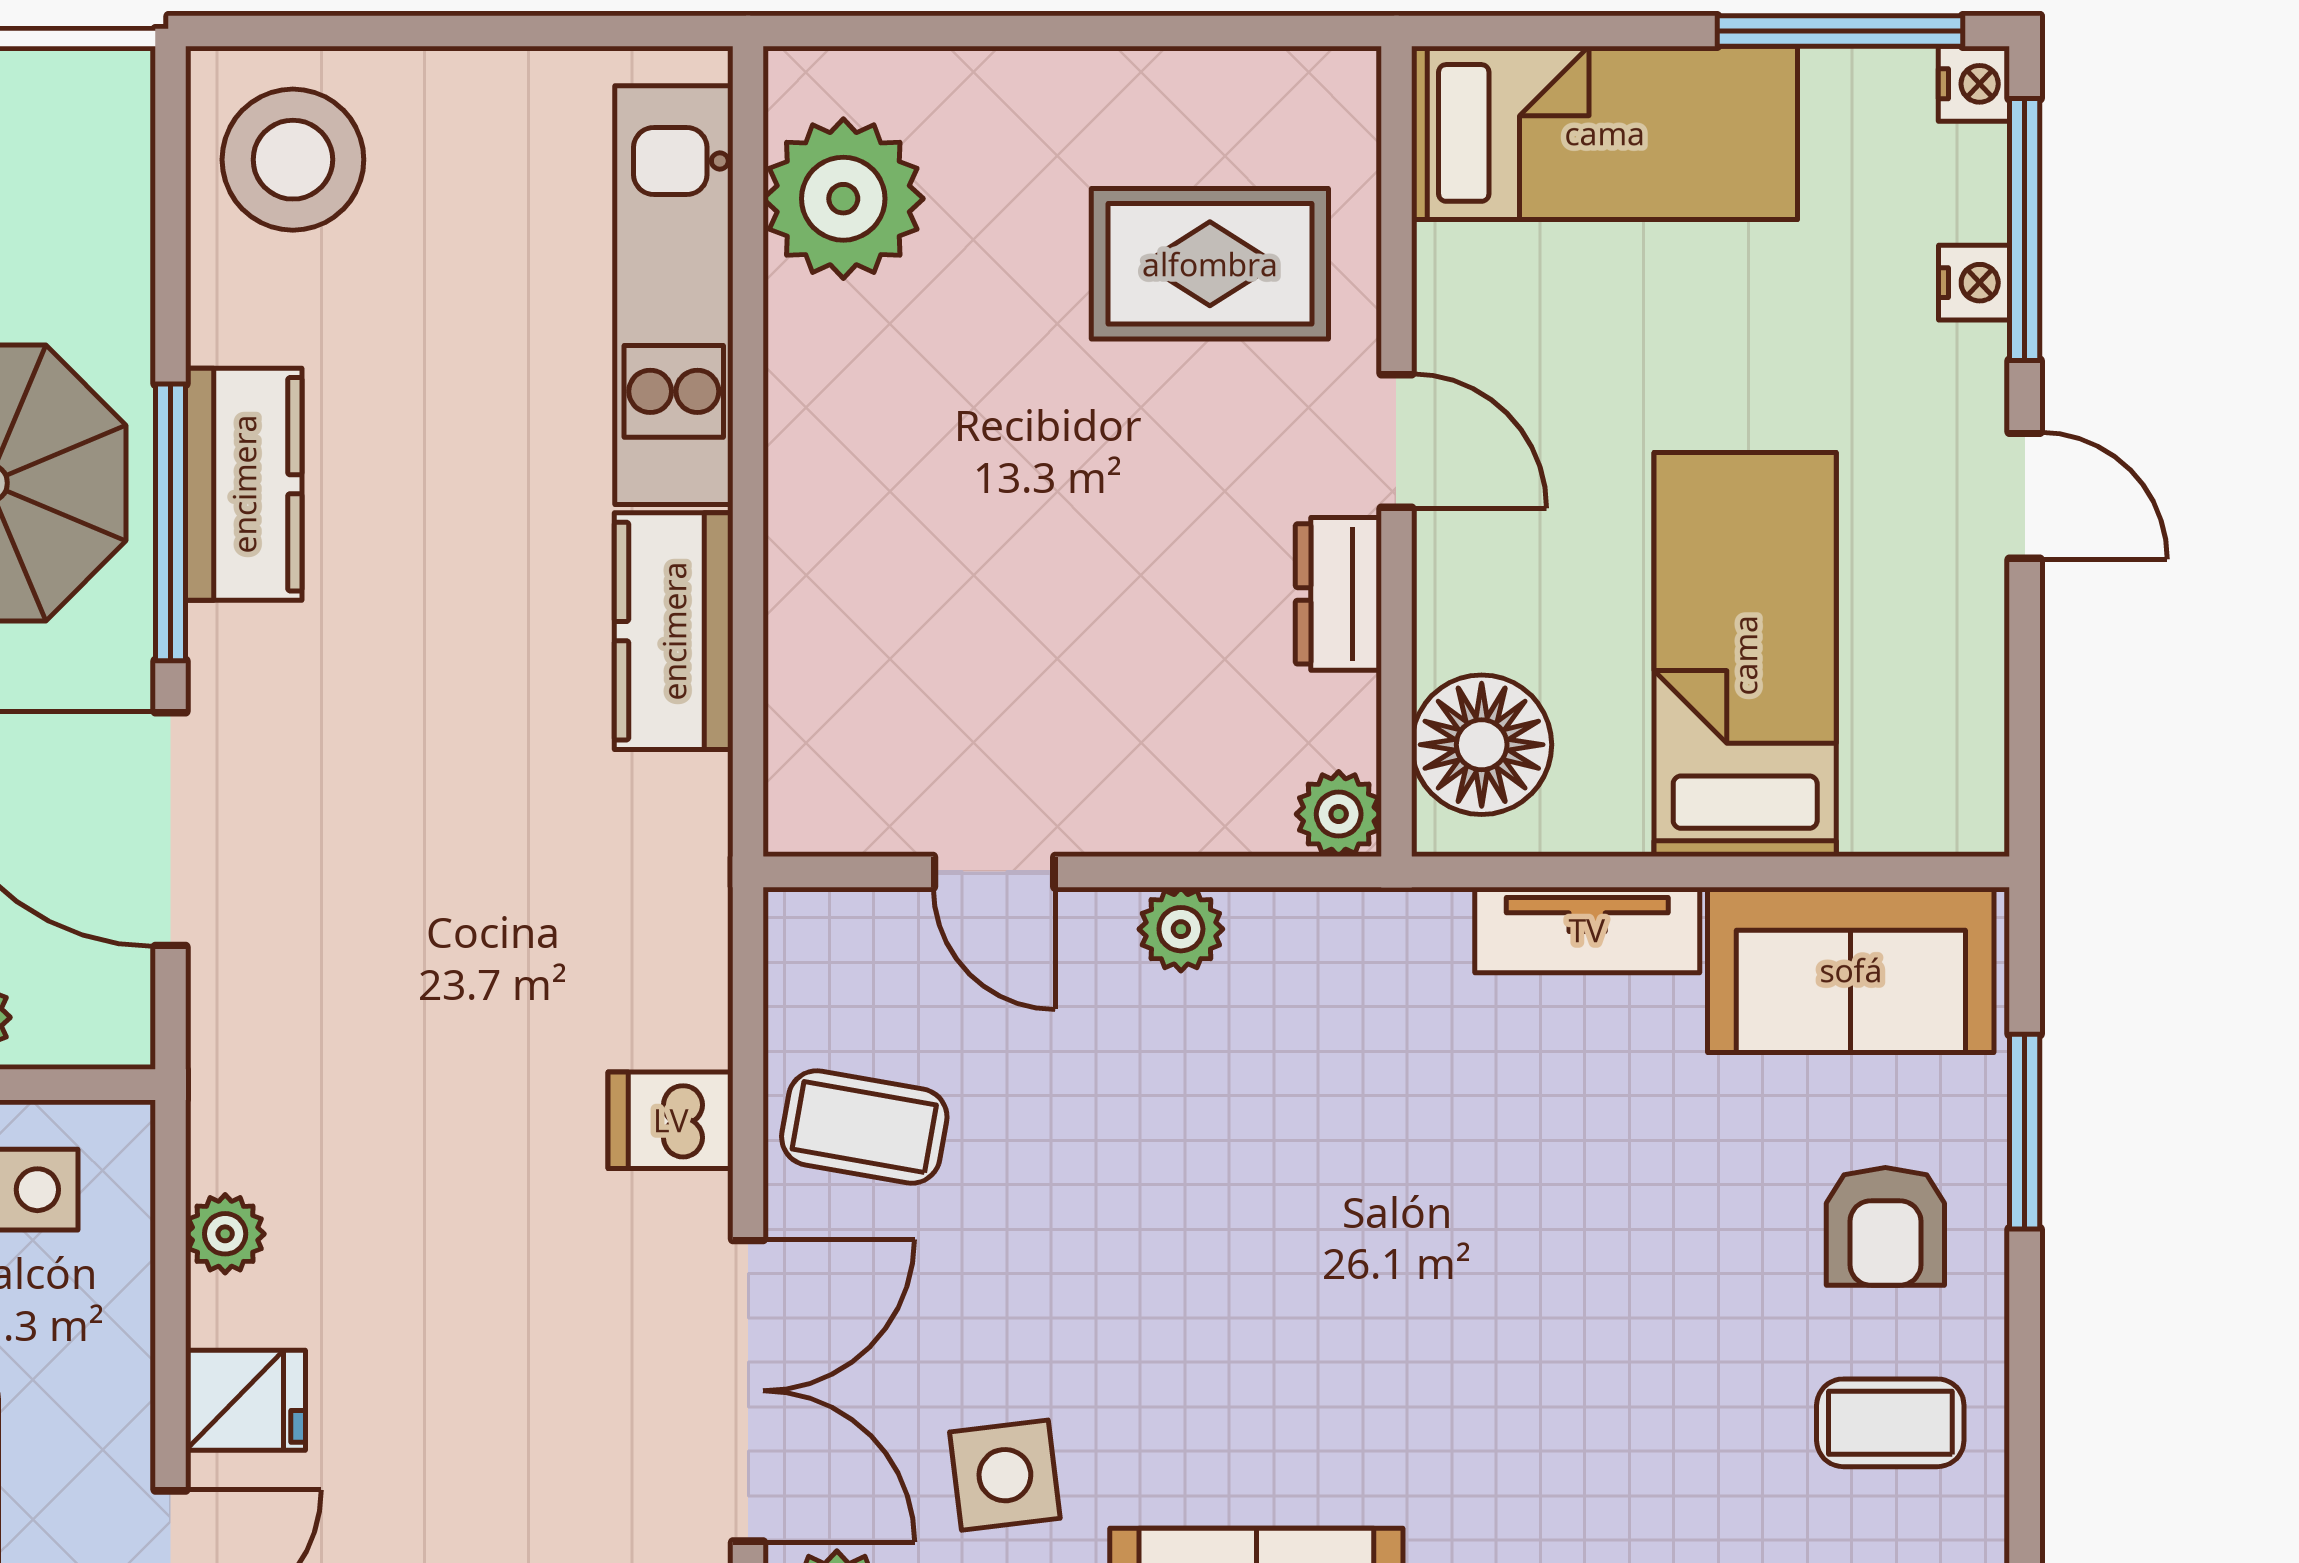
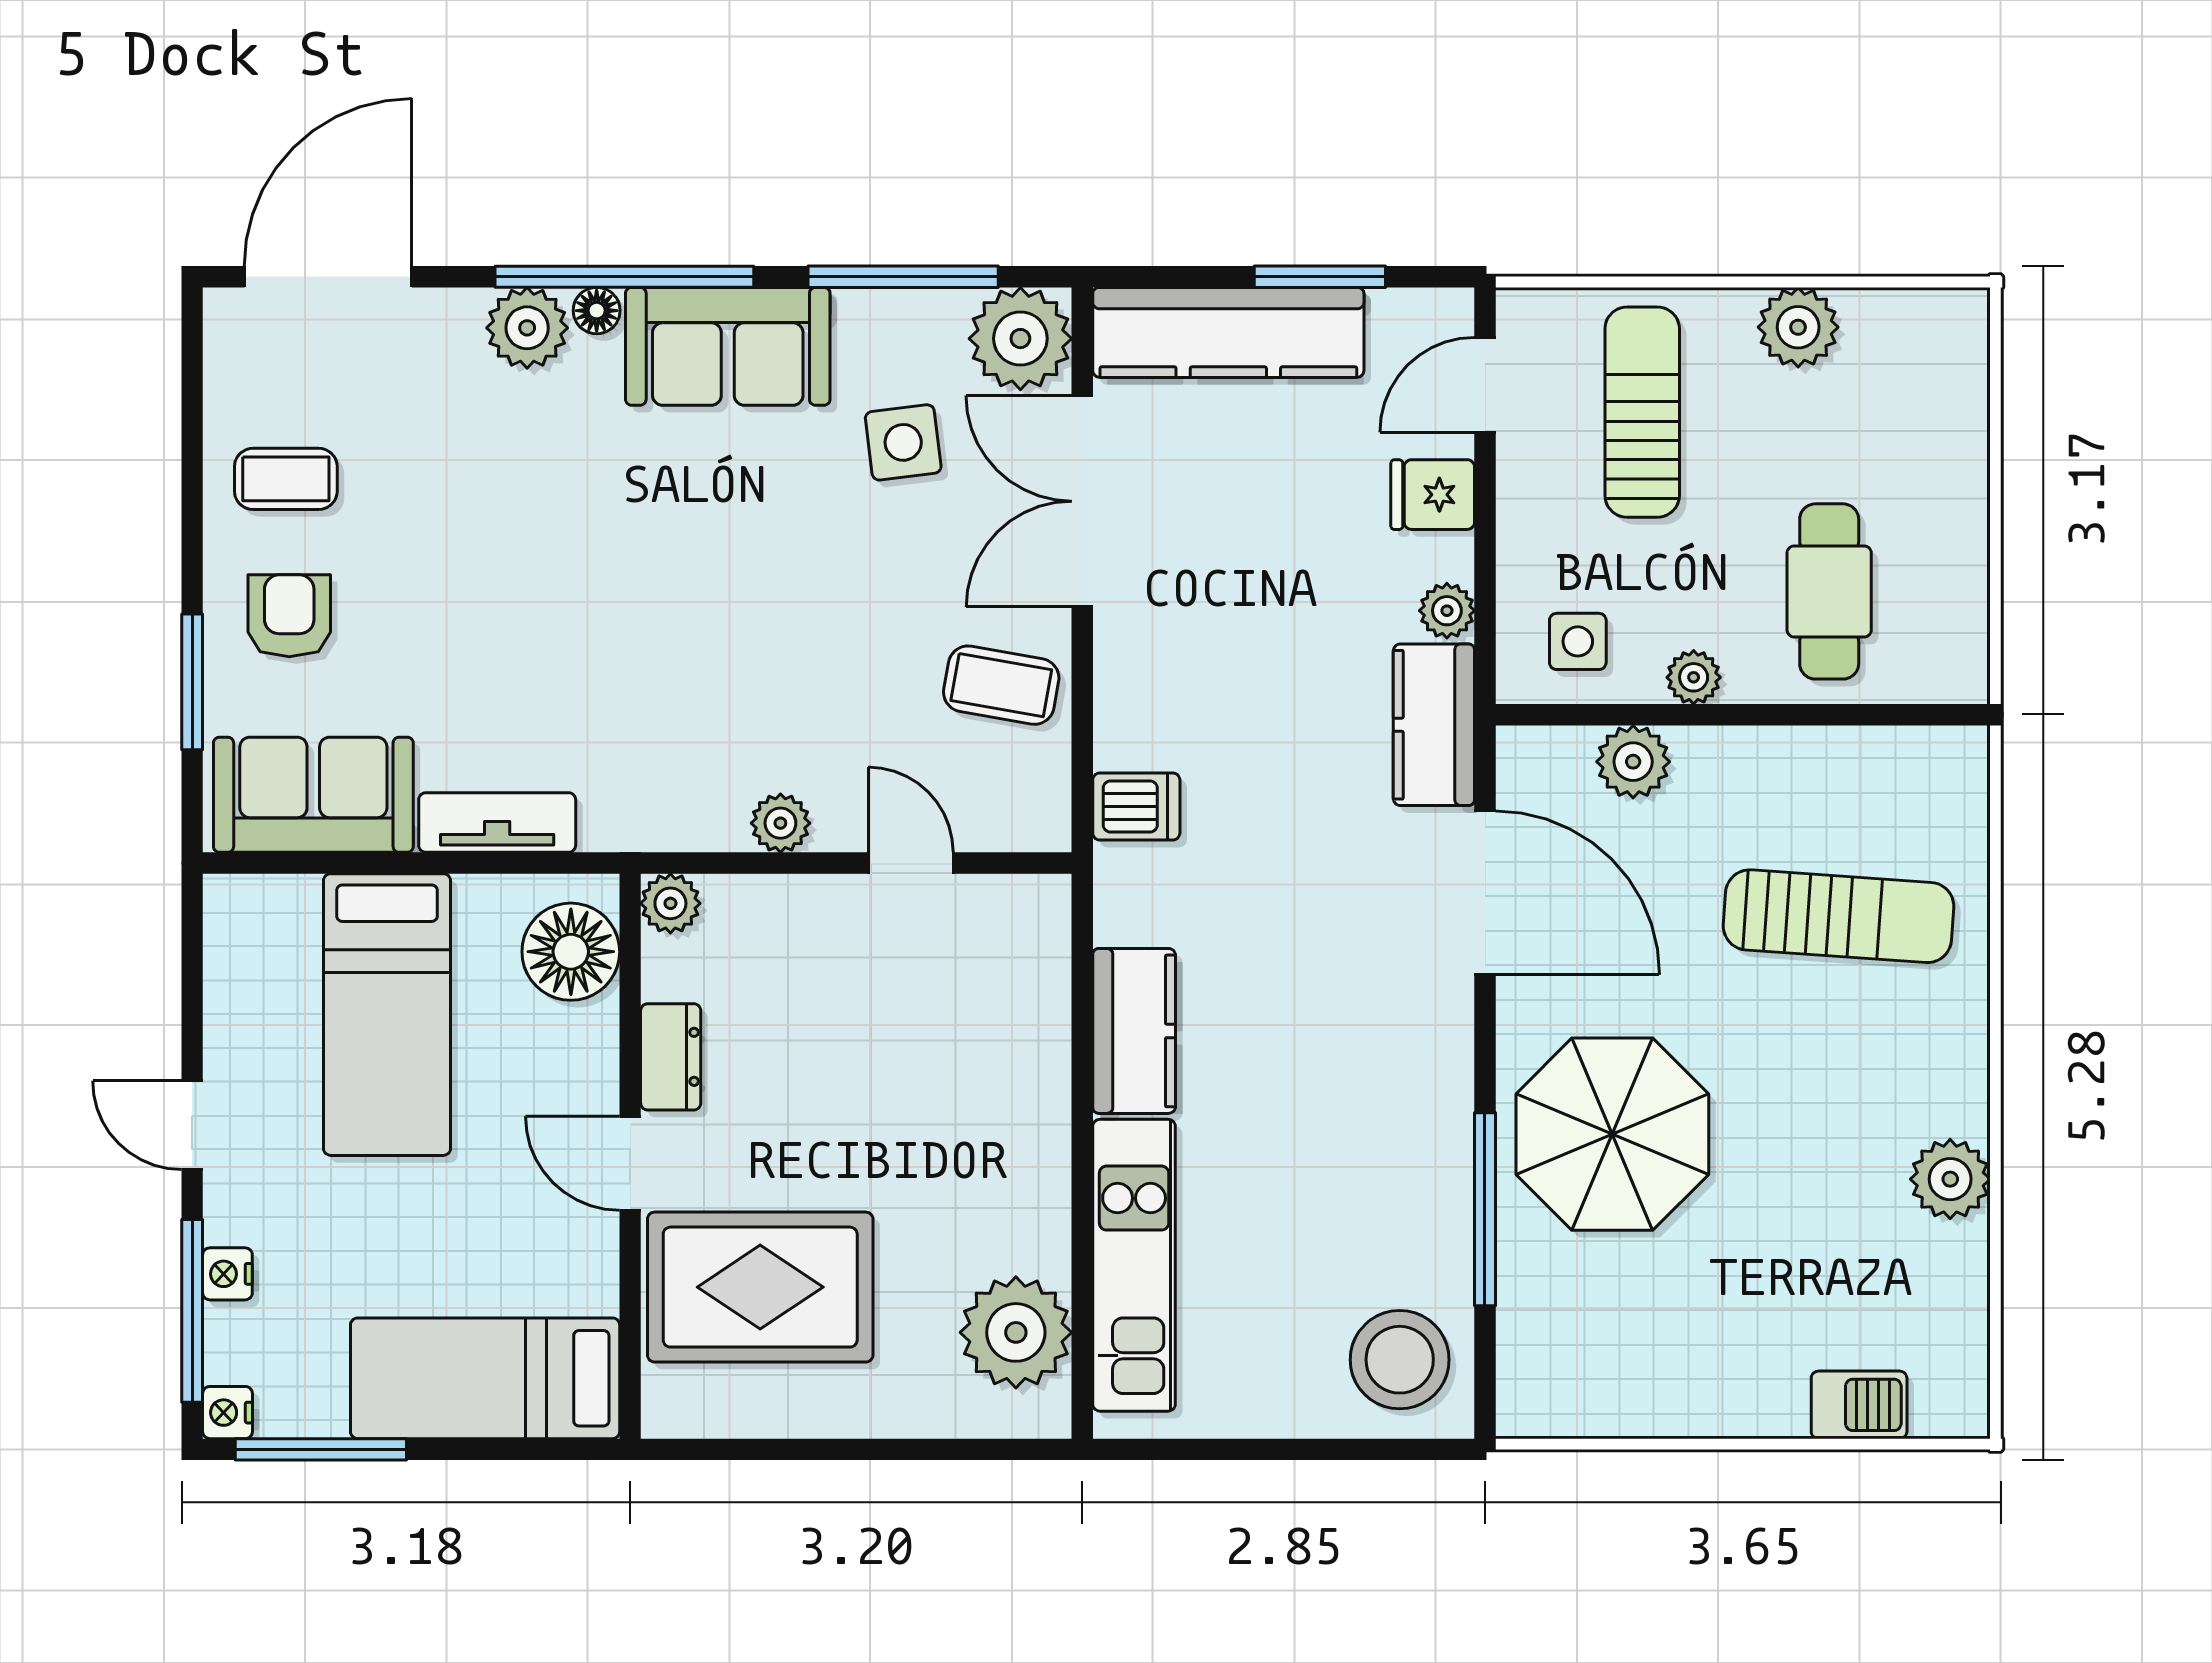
rug: (1210, 264) -> (760, 1287), width x1.36, depth x1.43
kitchen counter: (244, 484) -> (1434, 725), moved
window: (171, 522) -> (1485, 1209), moved
dishwasher: (671, 1120) -> (1136, 807), moved

